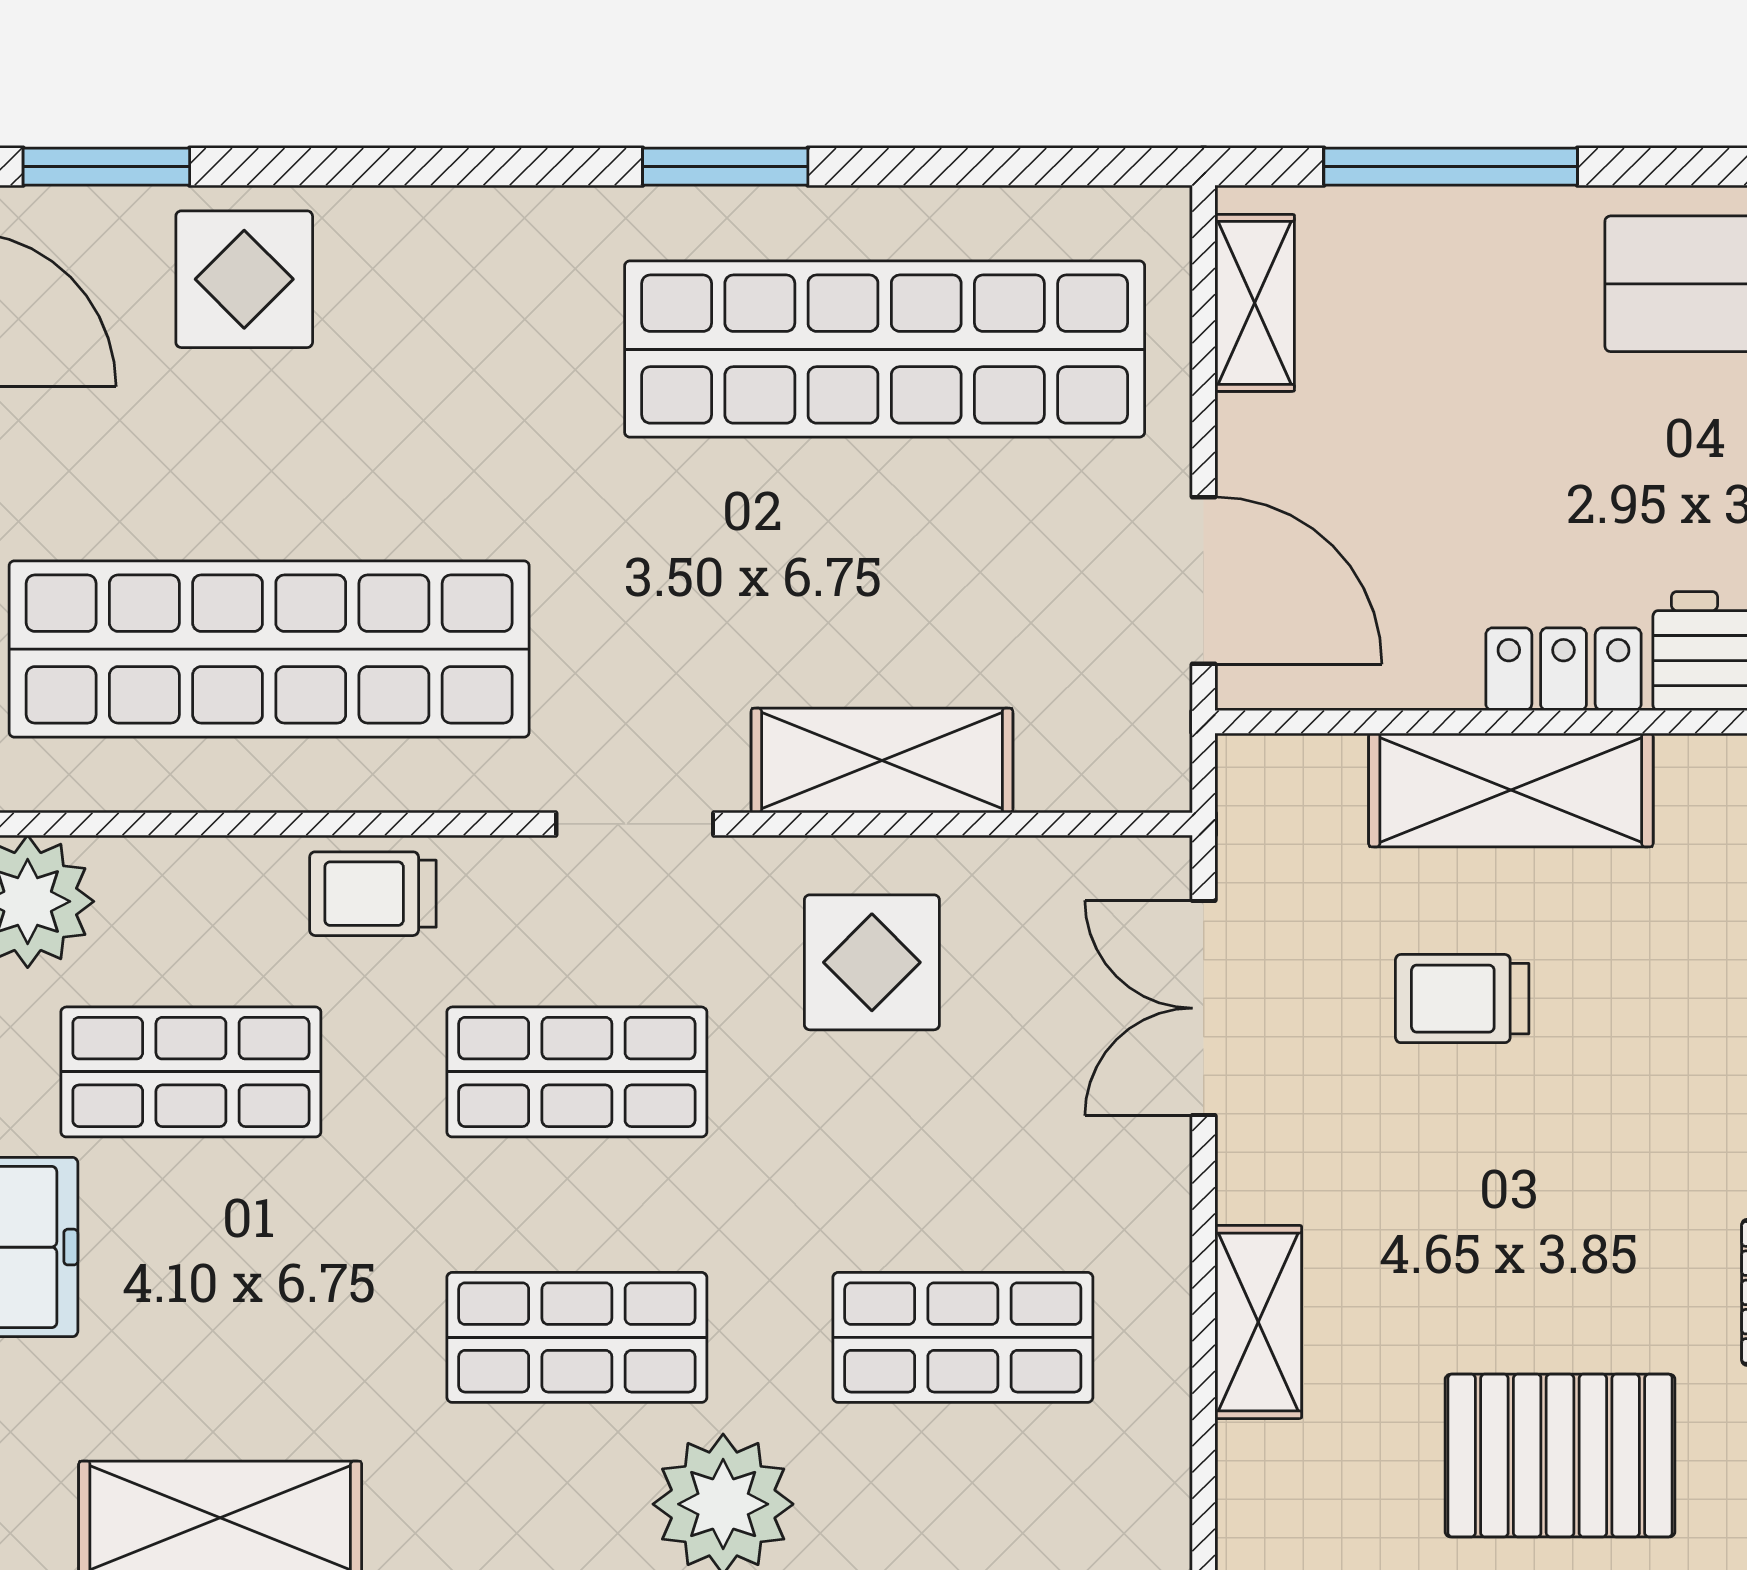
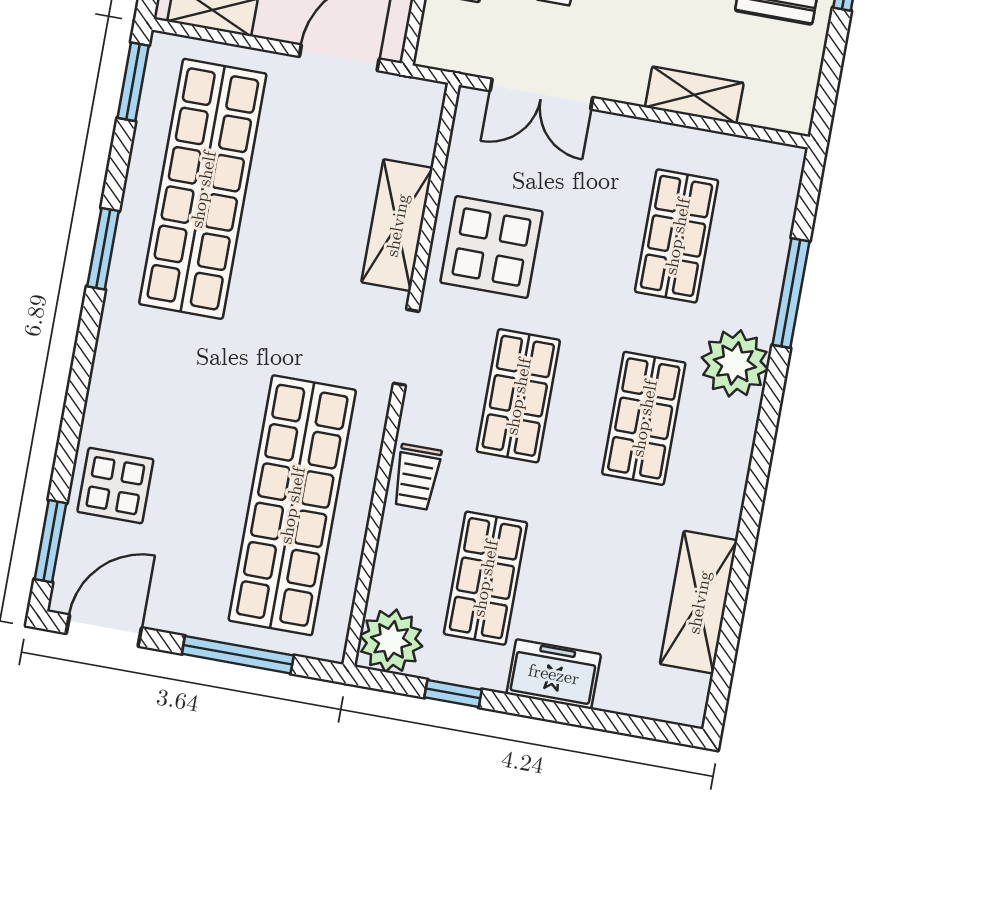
window: (1078, 167) -> (133, 82), added
display table: (872, 962) -> (492, 247), width x1.36, depth x1.36

